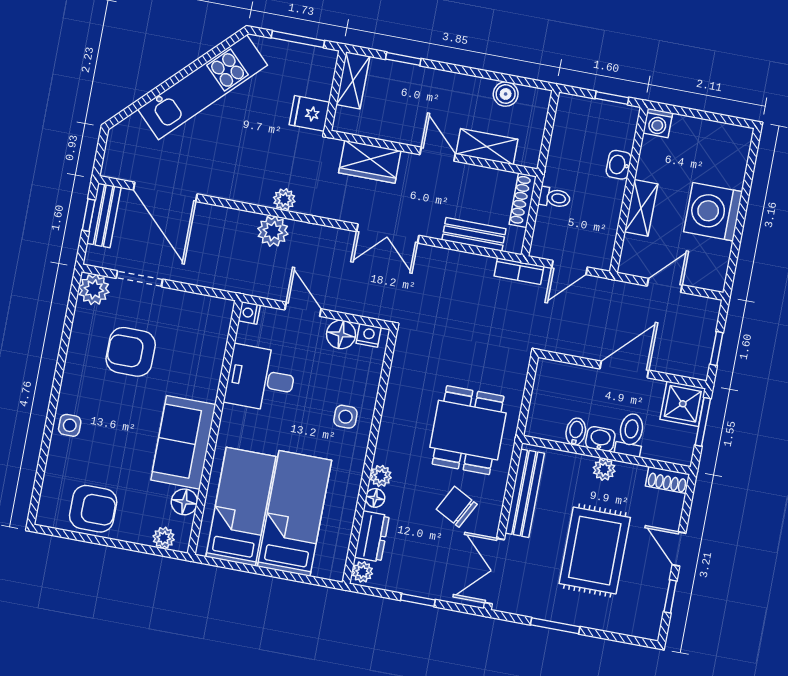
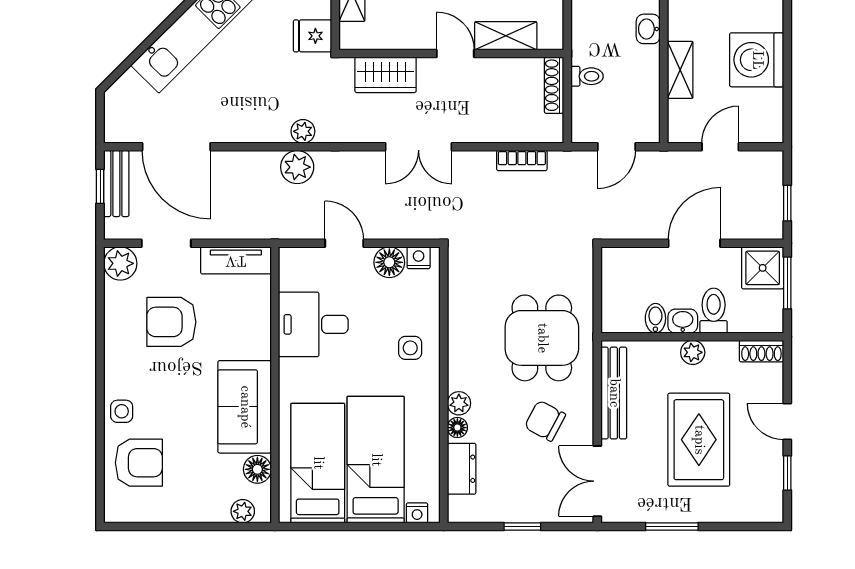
bench: (474, 234) -> (509, 131), removed
bookcase: (519, 271) -> (522, 161), moved
tv unit: (201, 306) -> (236, 260), added
nightstand: (249, 313) -> (417, 513), moved, turned -90
armchair: (93, 509) -> (139, 463), moved
plant: (362, 572) -> (459, 508), removed

